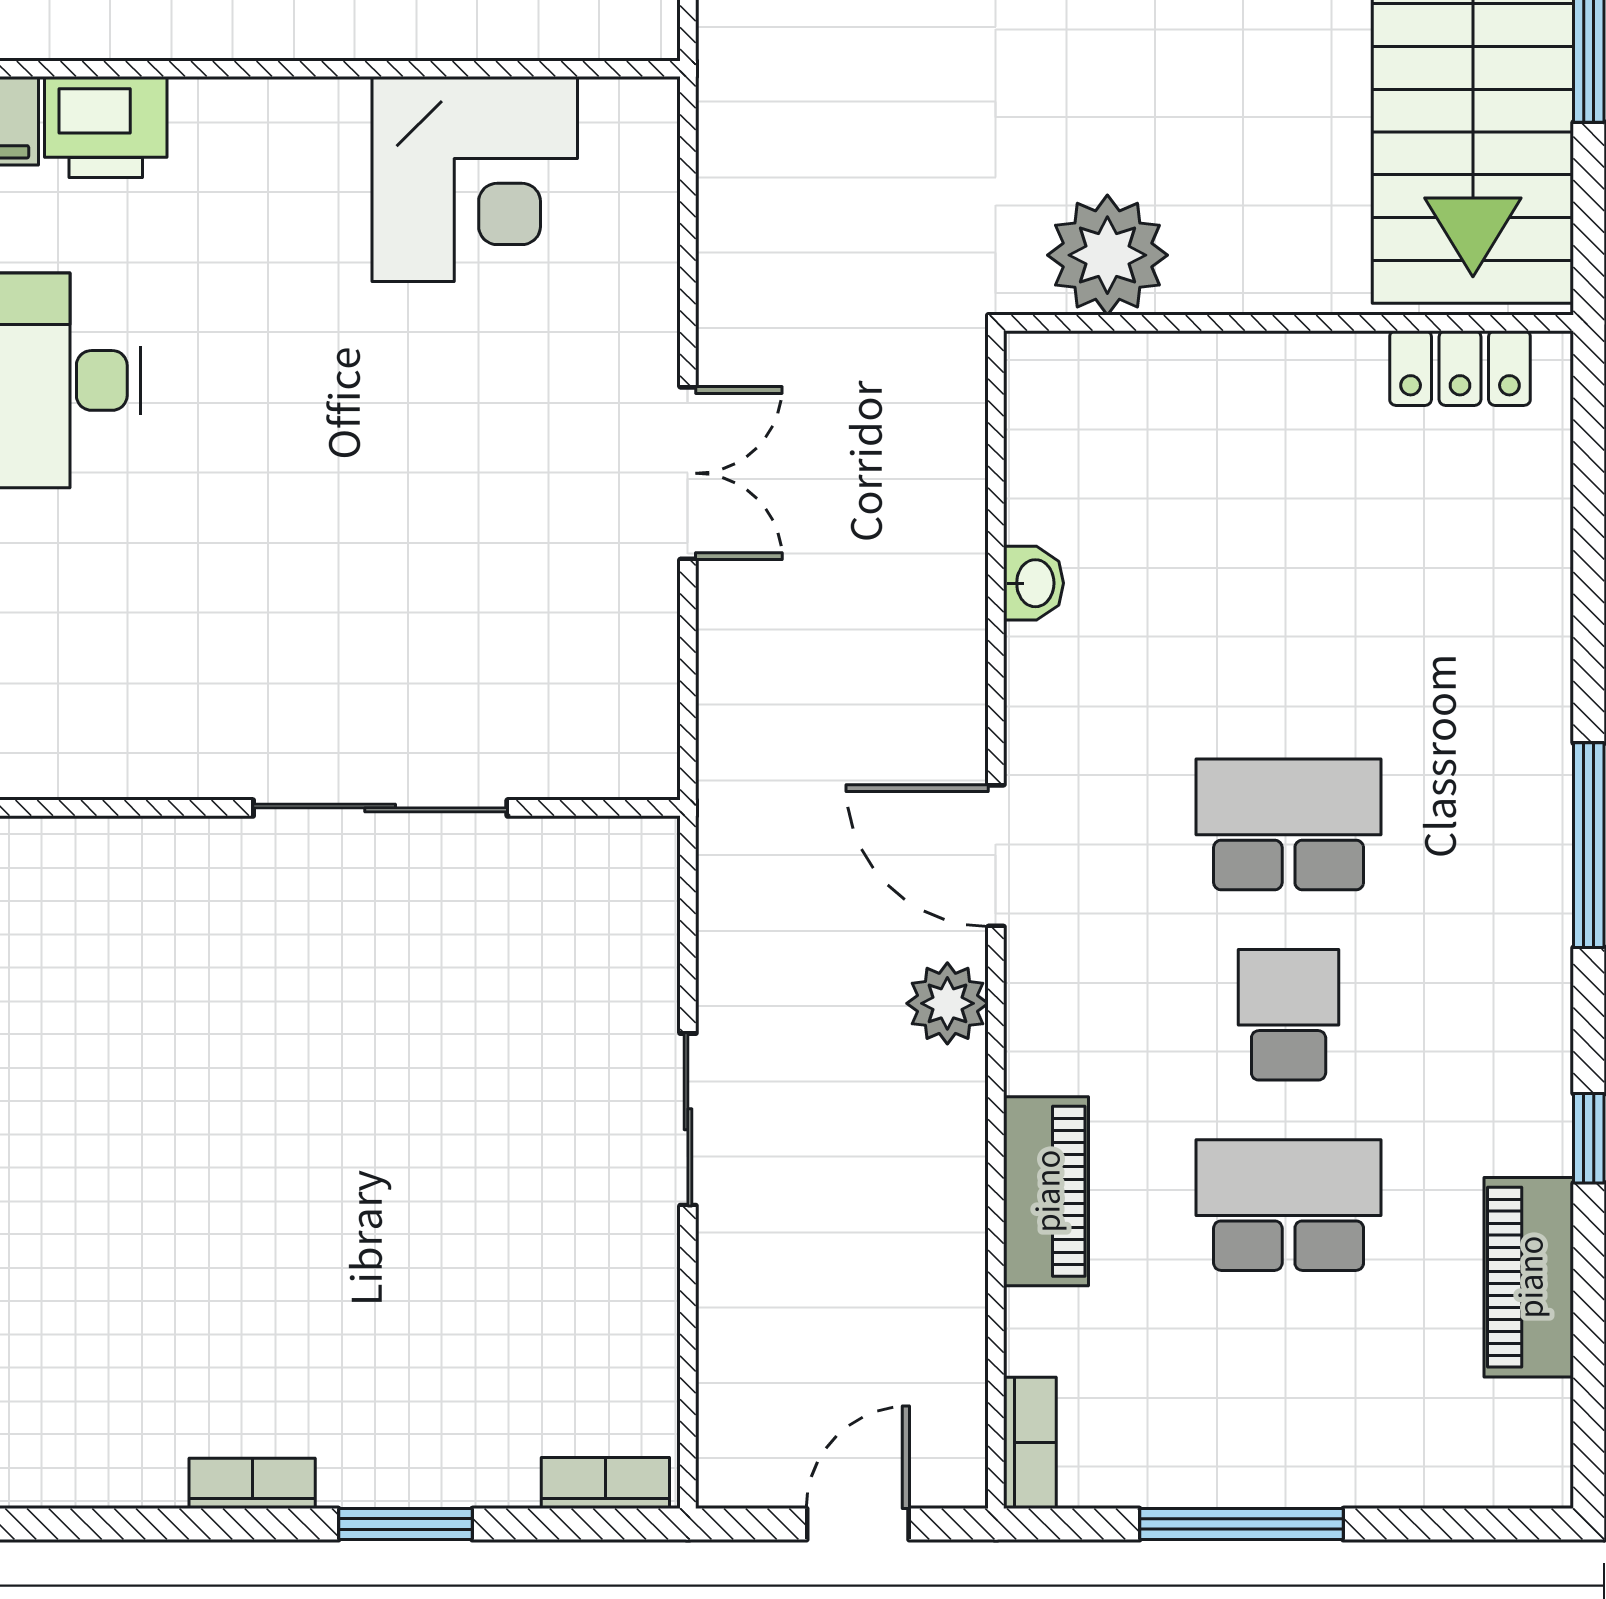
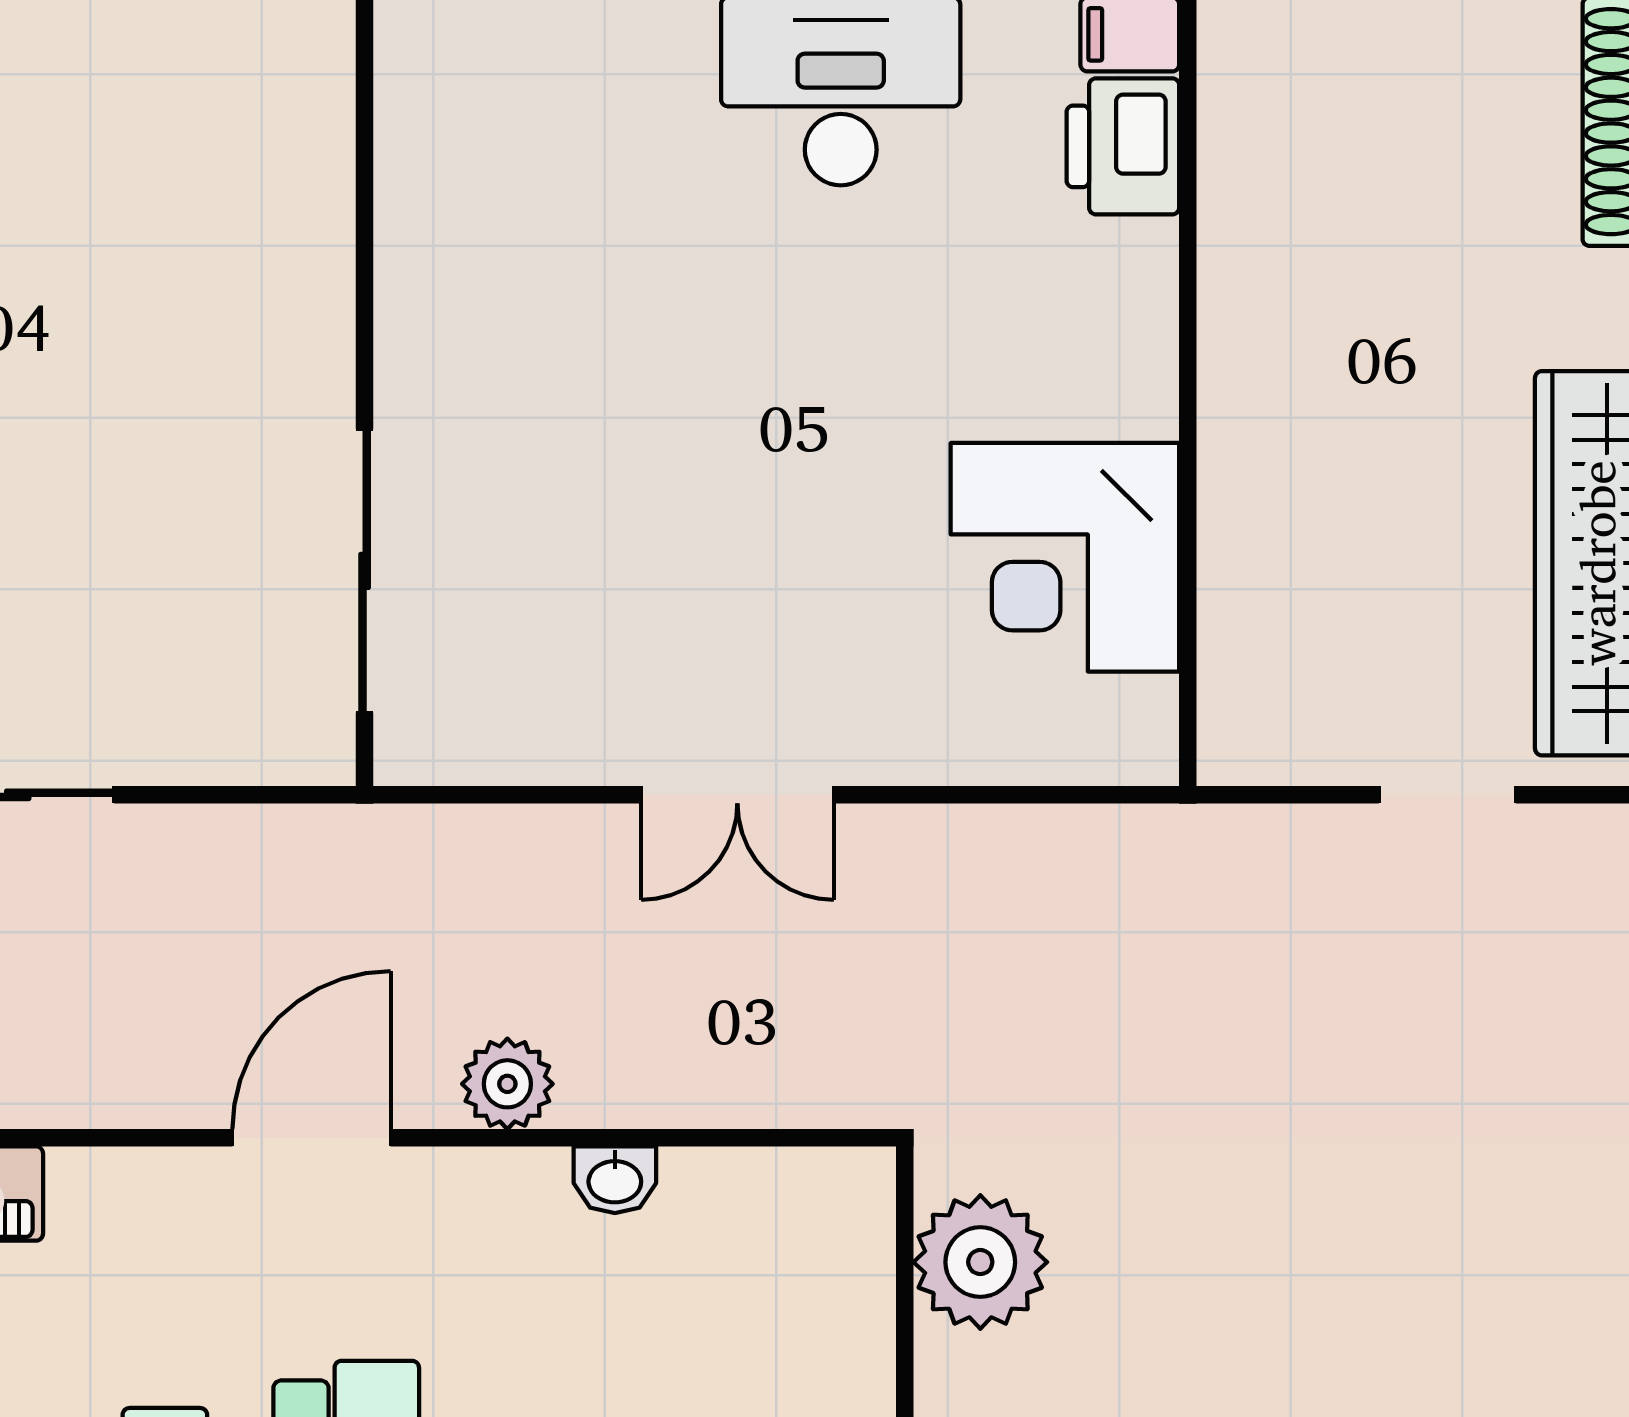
sliding door: (380, 808) -> (365, 571), moved
plant: (947, 1003) -> (507, 1084), moved

